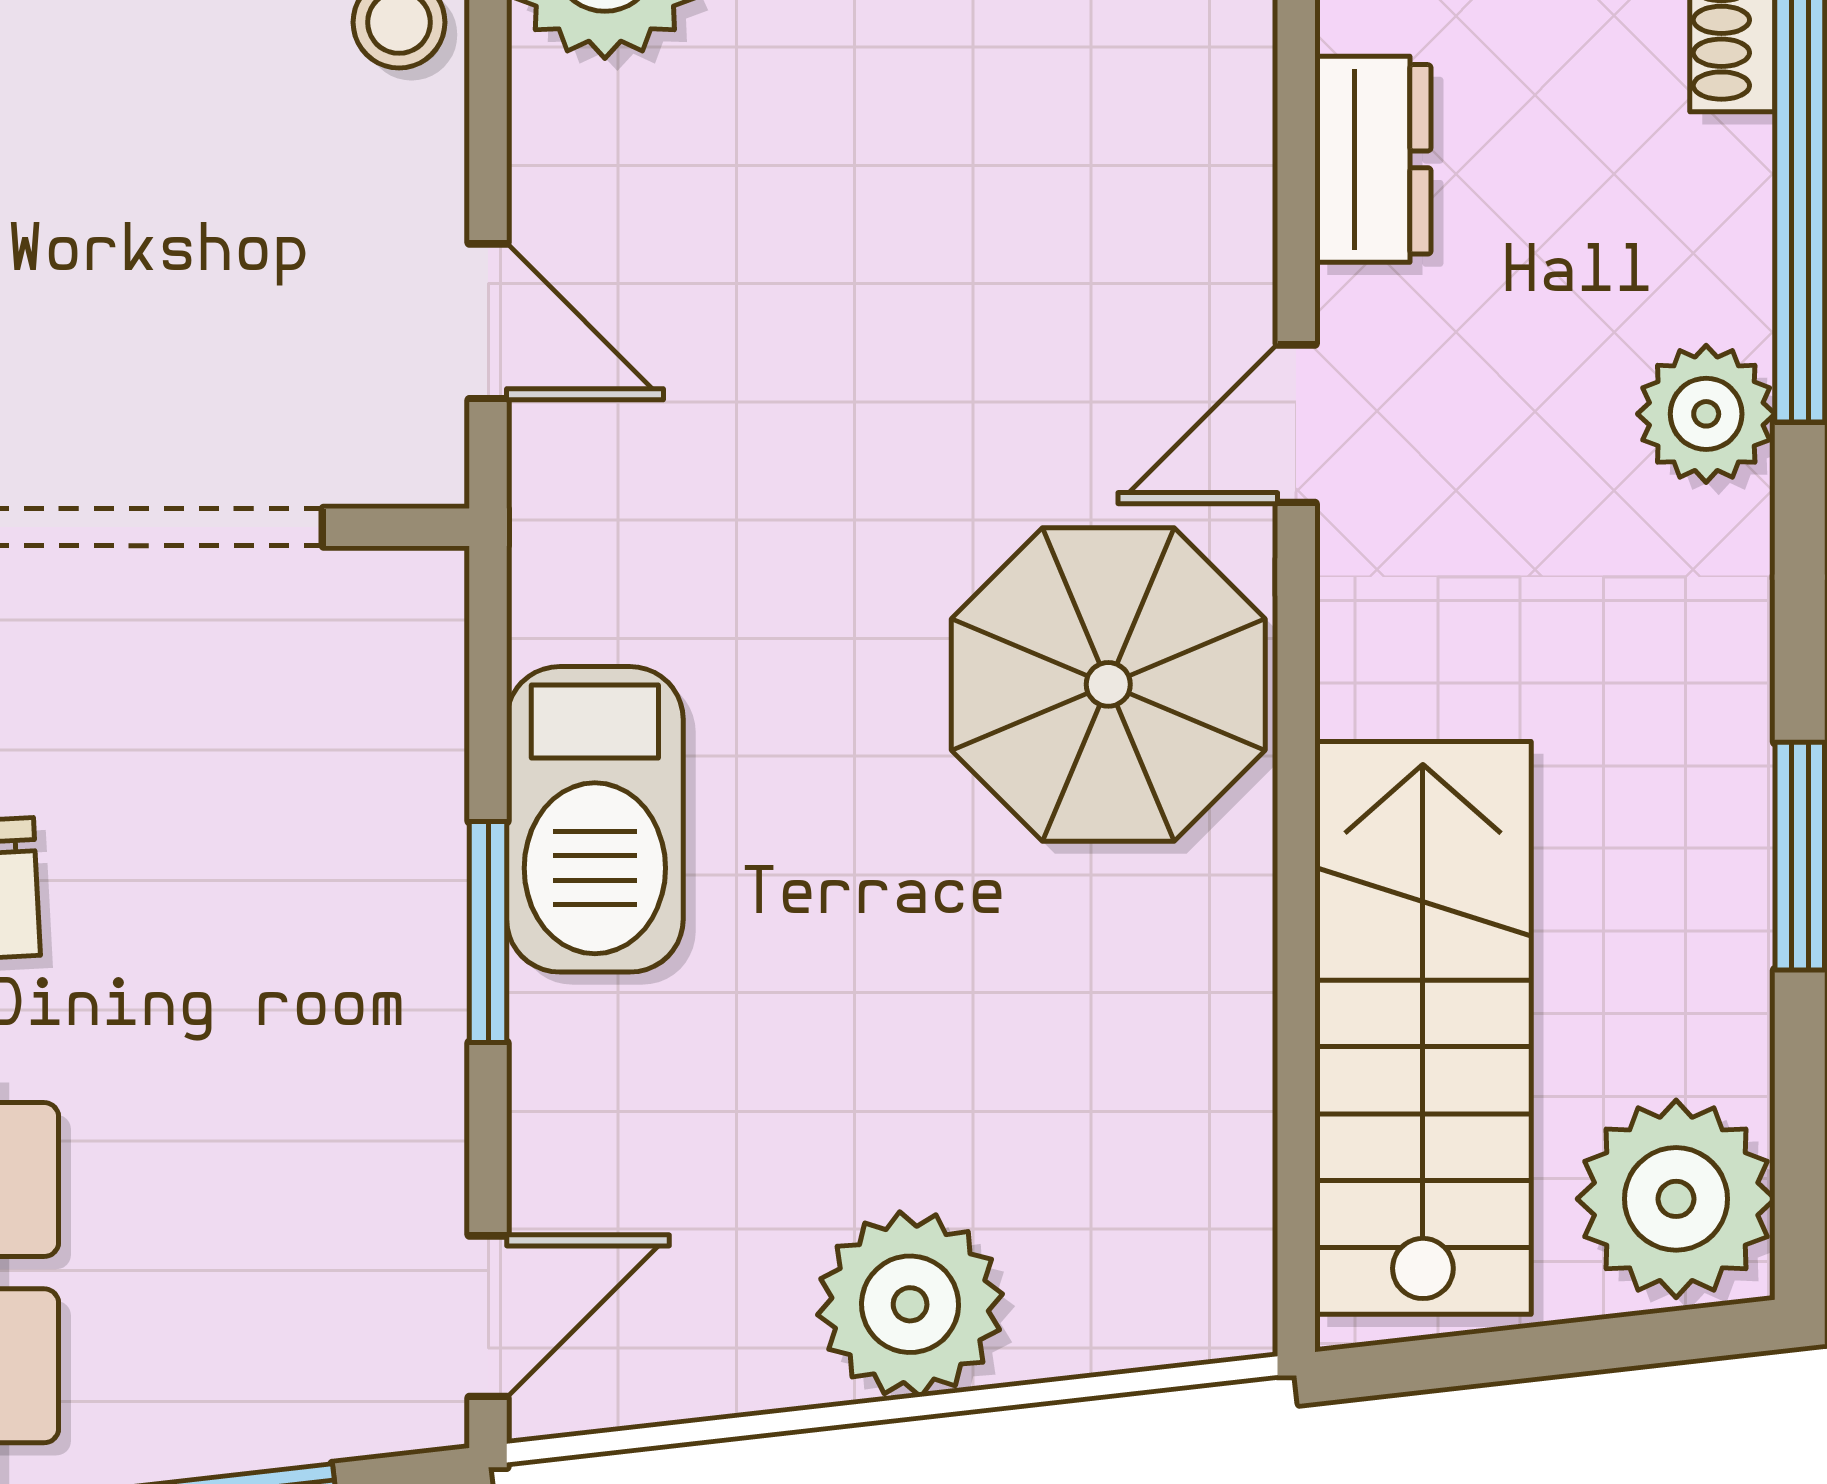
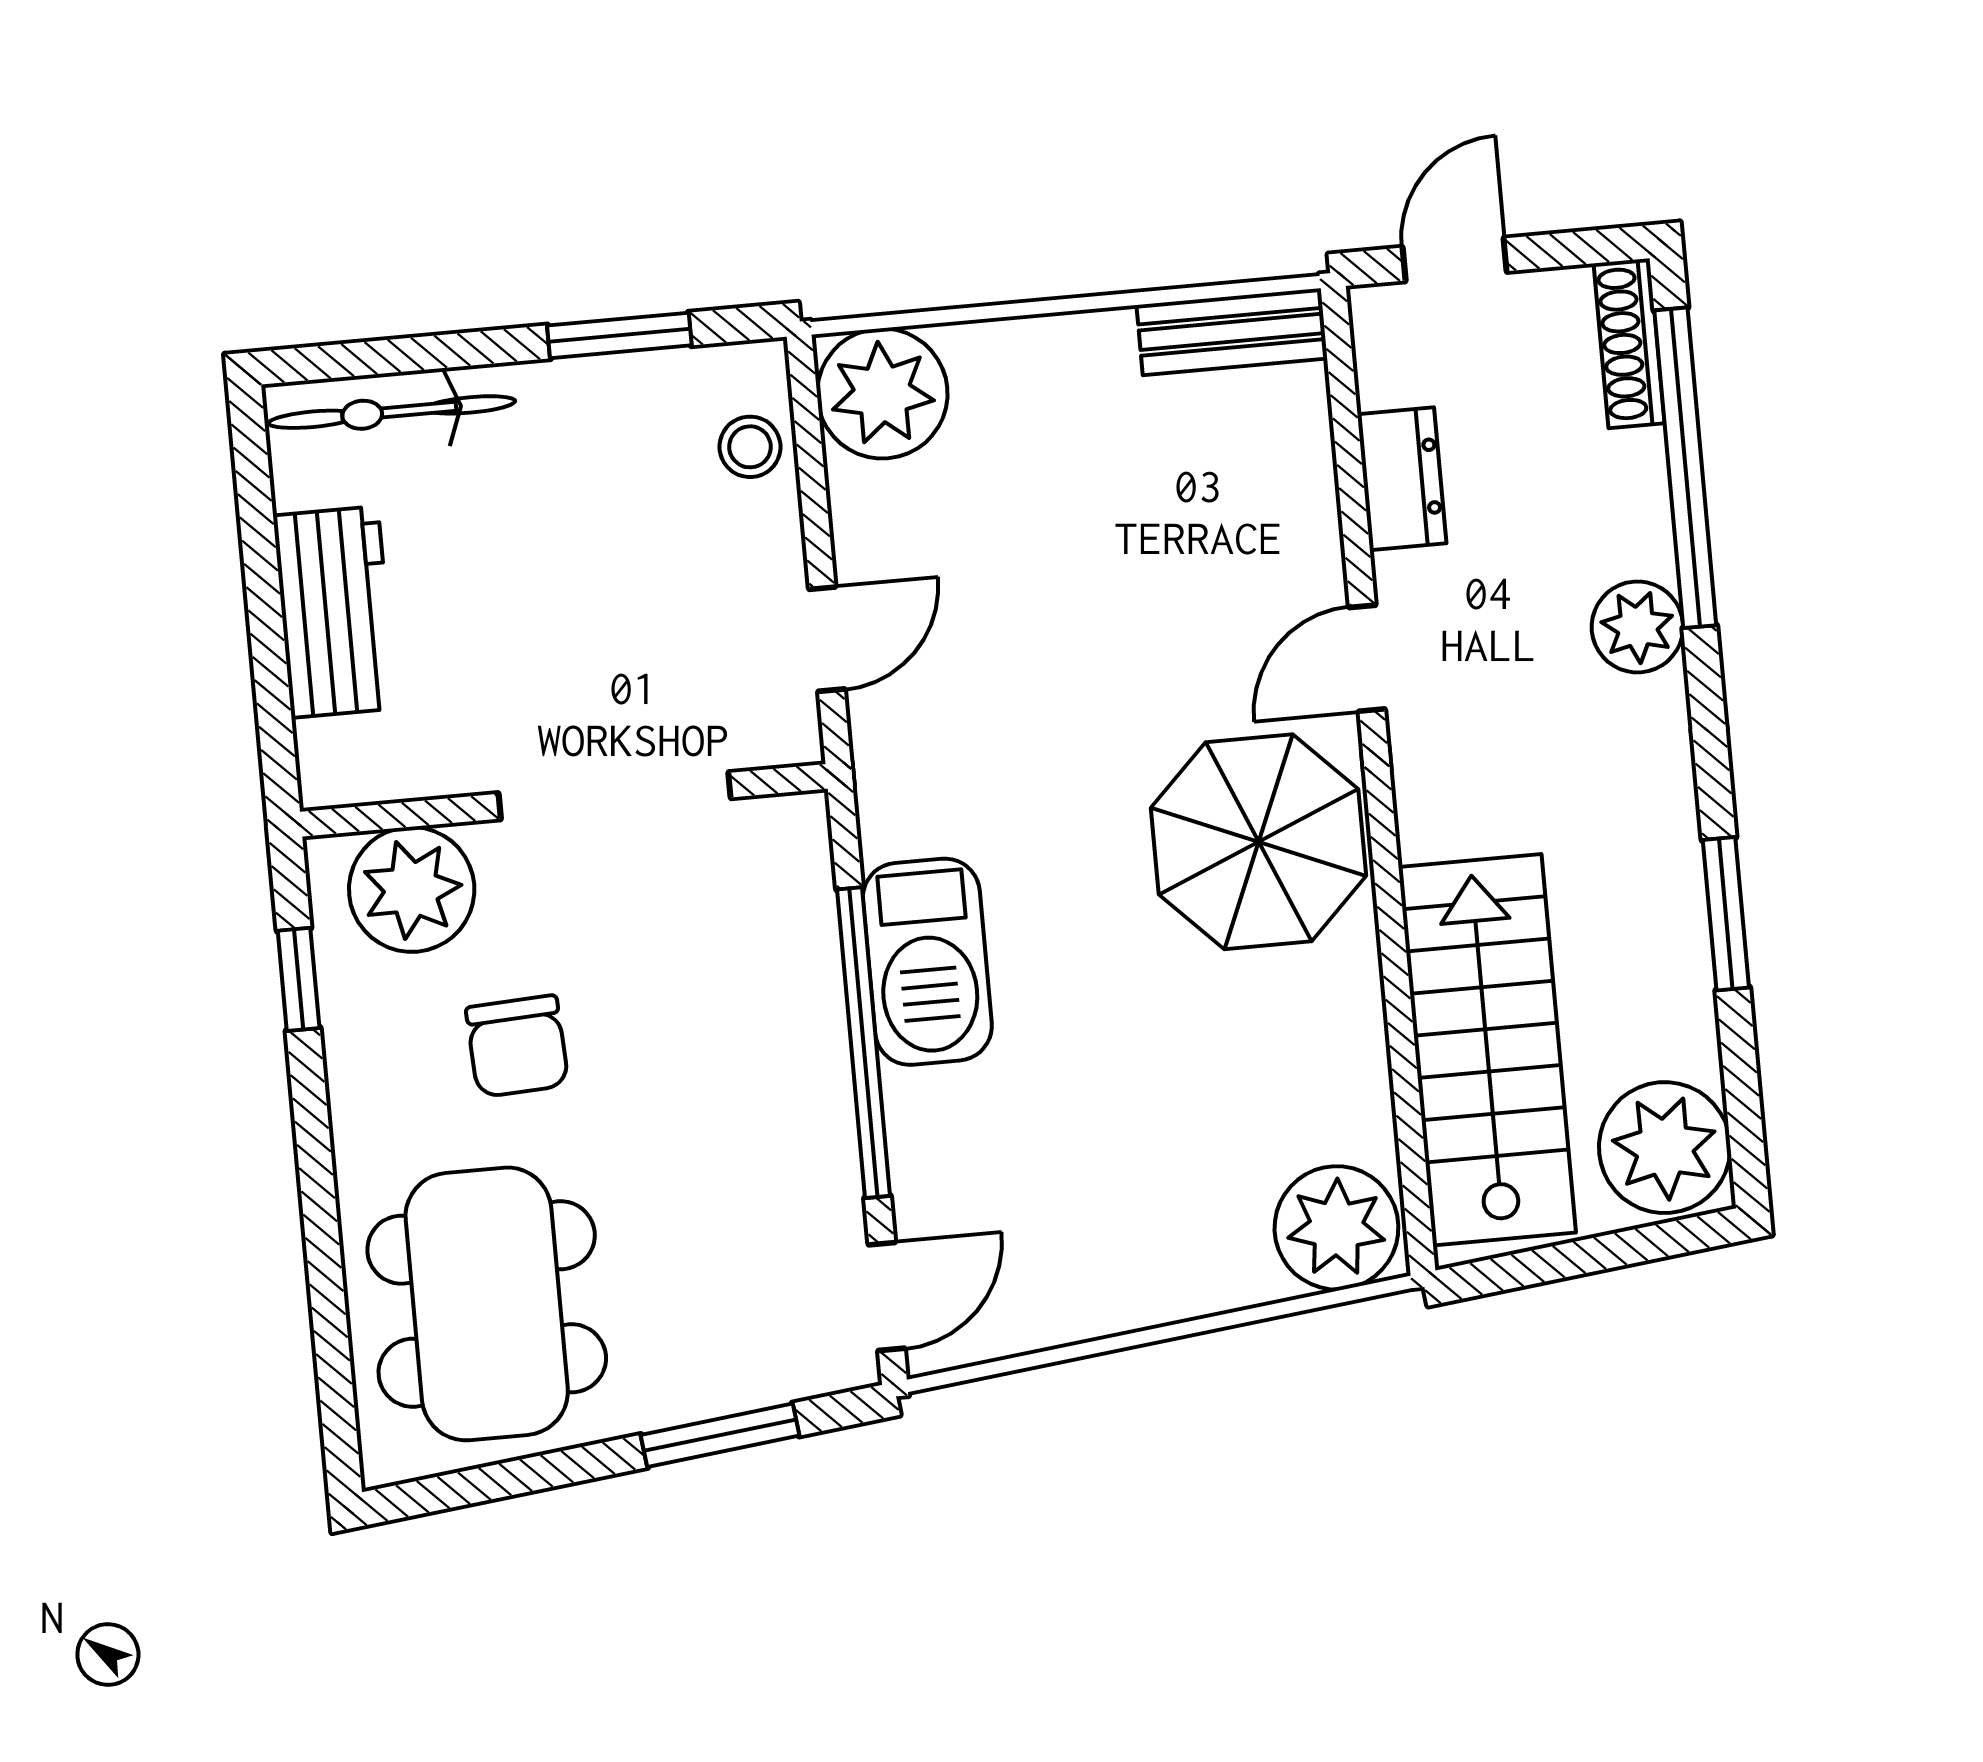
door: (488, 321) -> (827, 639), hinge flipped
window: (488, 932) -> (864, 1043), width x2.11
plant: (910, 1304) -> (1336, 1228), moved

